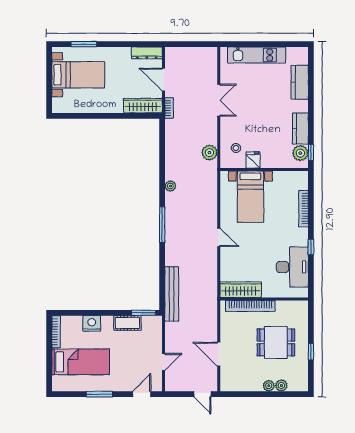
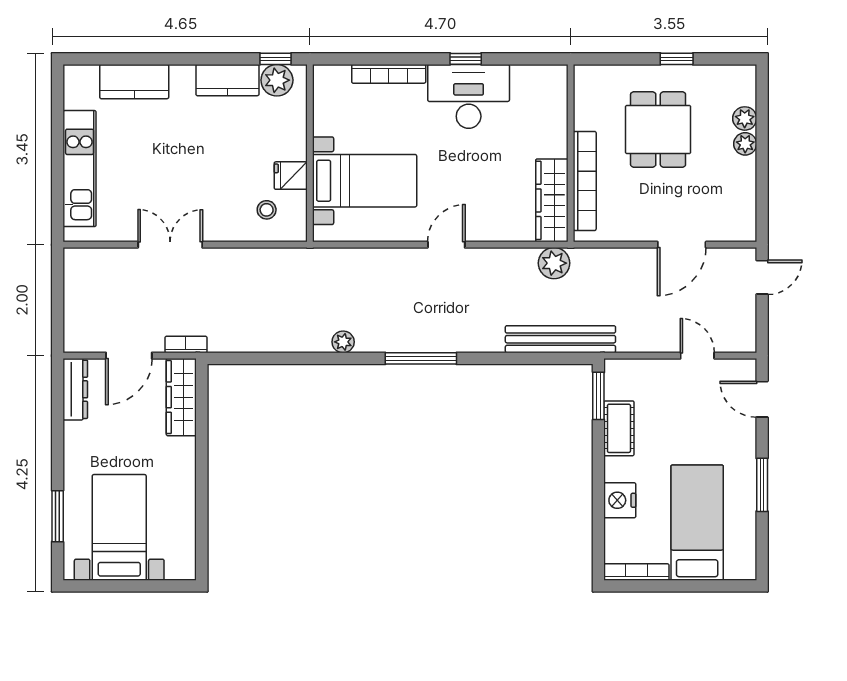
plant: (209, 153) -> (554, 263), moved
desk: (292, 267) -> (469, 96), moved

